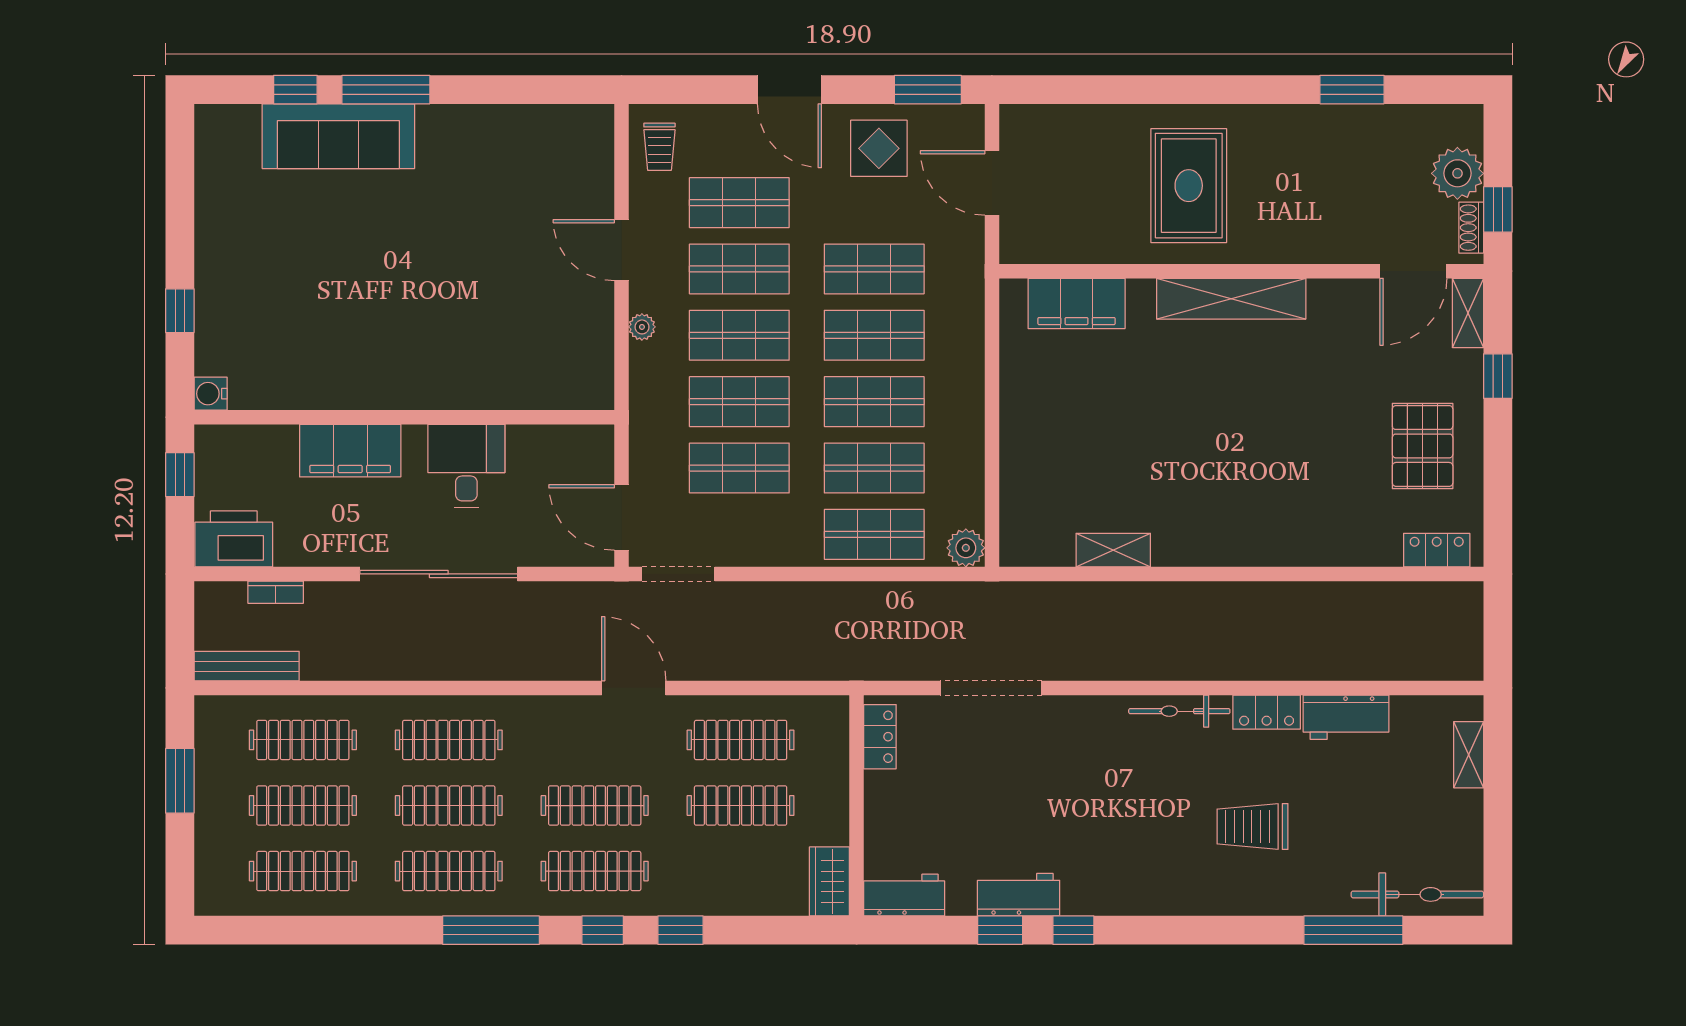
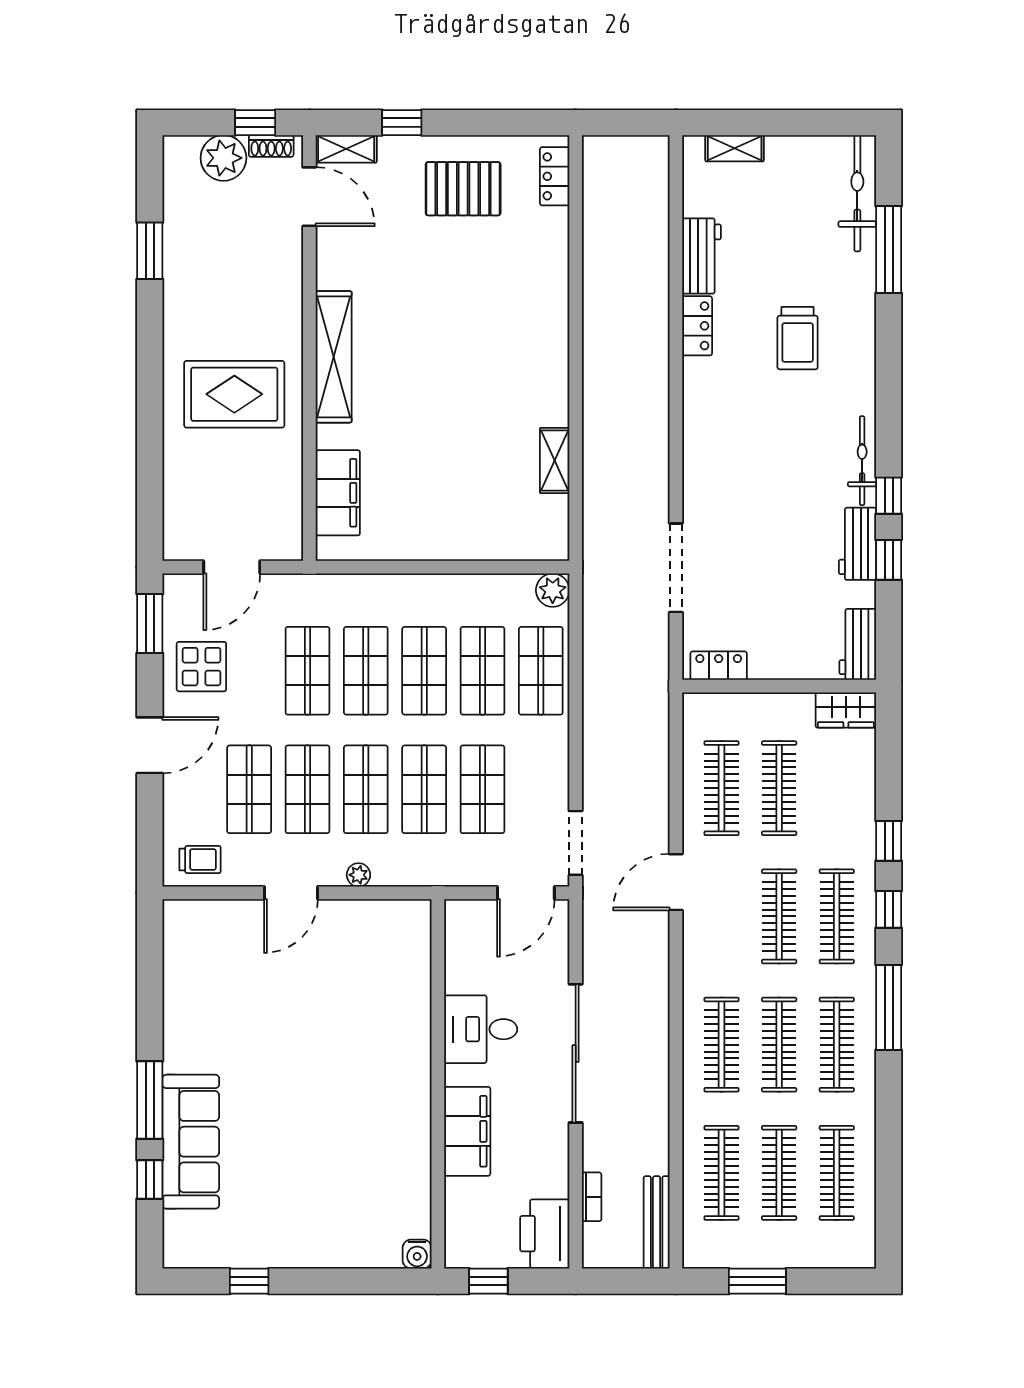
window: (180, 311) -> (249, 1281), moved
bicycle: (1179, 711) -> (862, 461), moved, turned 180

